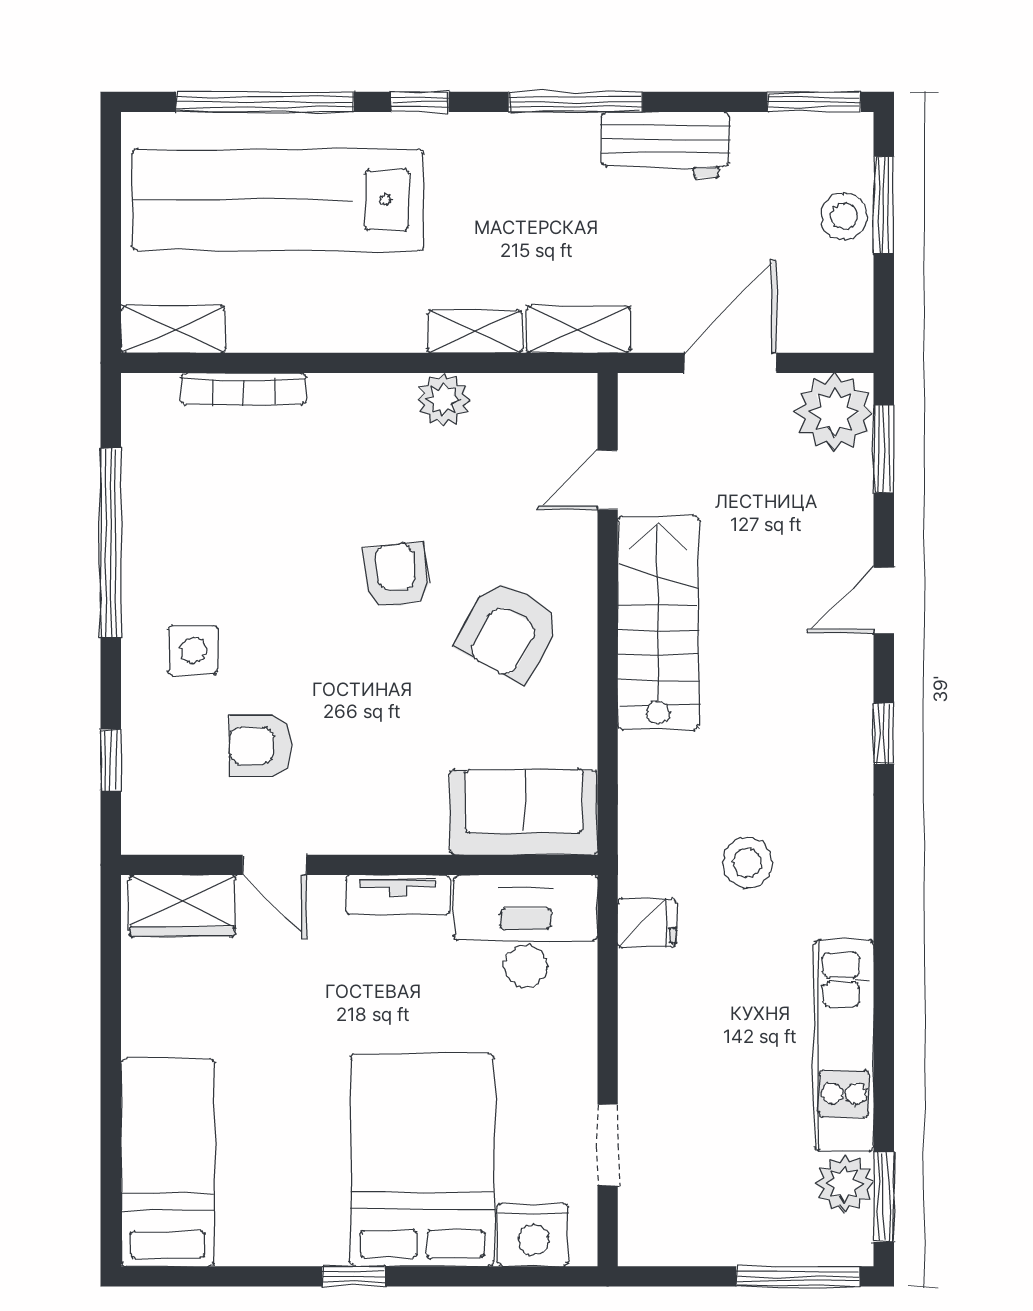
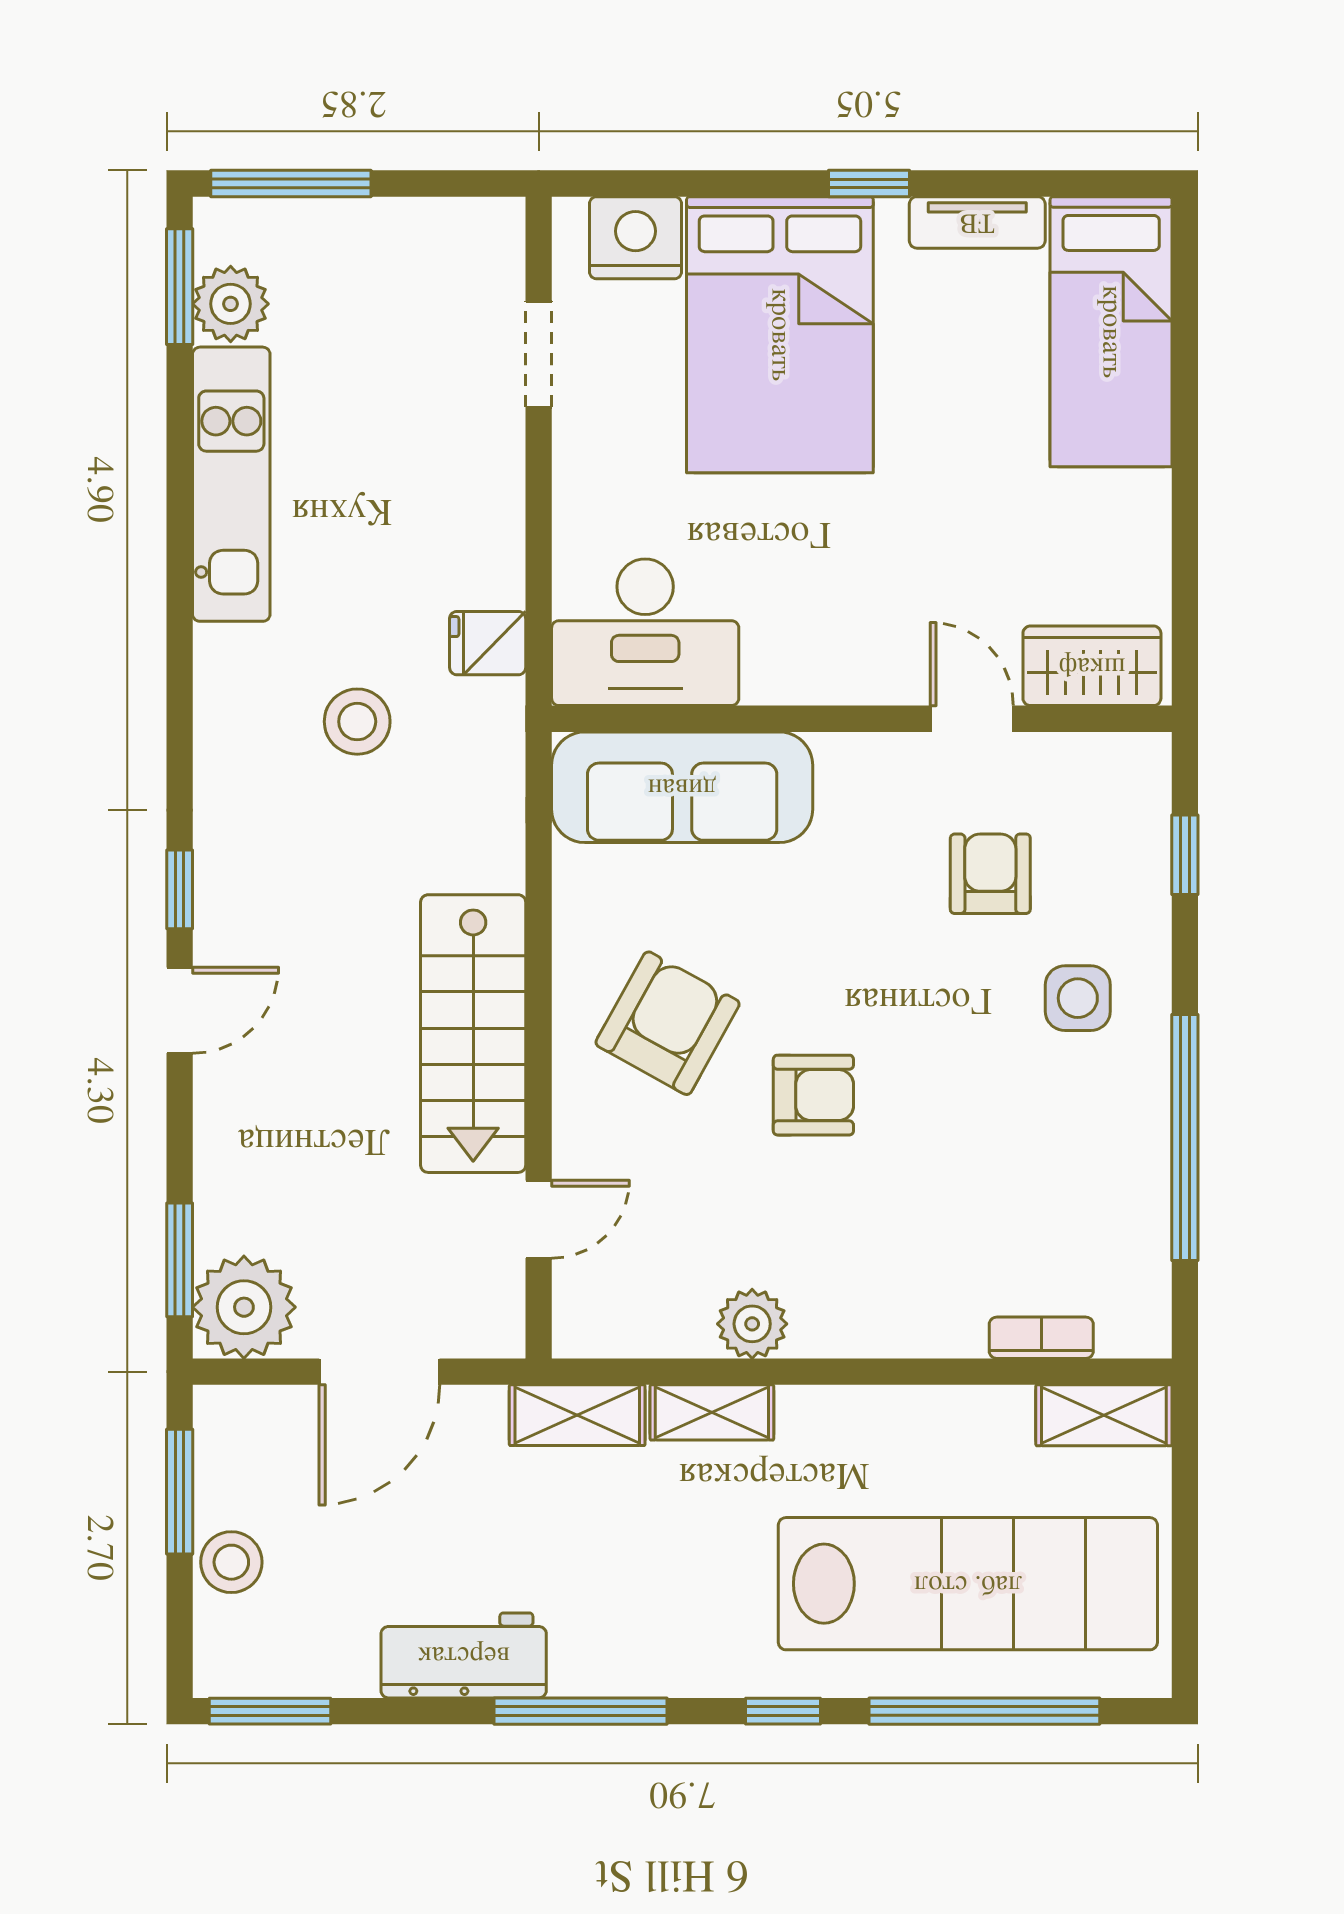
window: (884, 205) -> (180, 1492), moved
bookcase: (244, 389) -> (1041, 1338), width x0.64
armchair: (396, 575) -> (813, 1095), turned -83
door: (884, 600) -> (180, 1010), moved
armchair: (260, 746) -> (990, 874), turned -90
sofa: (524, 812) -> (682, 787), width x1.36
tv unit: (398, 895) -> (977, 222), moved, turned 180

